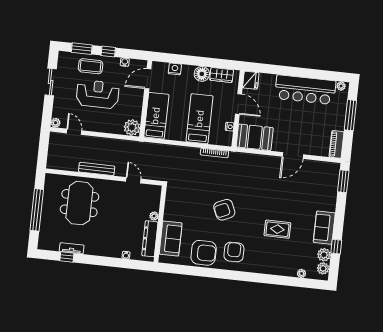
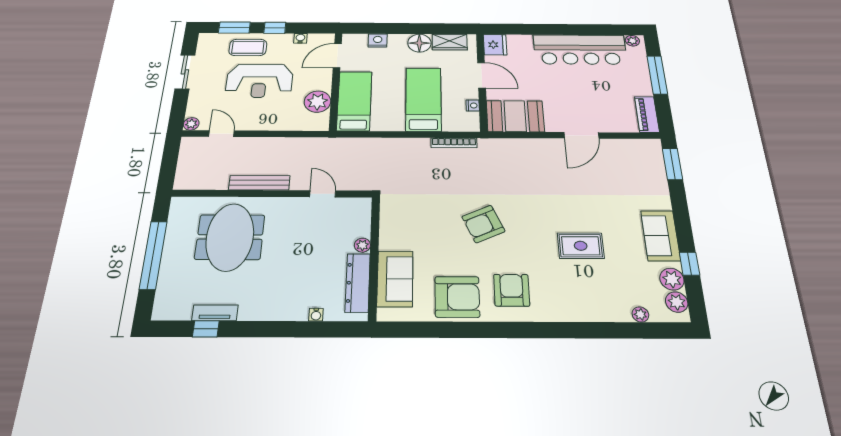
reception desk: (98, 94) -> (259, 81), turned 180
plant: (132, 127) -> (317, 102), moved

